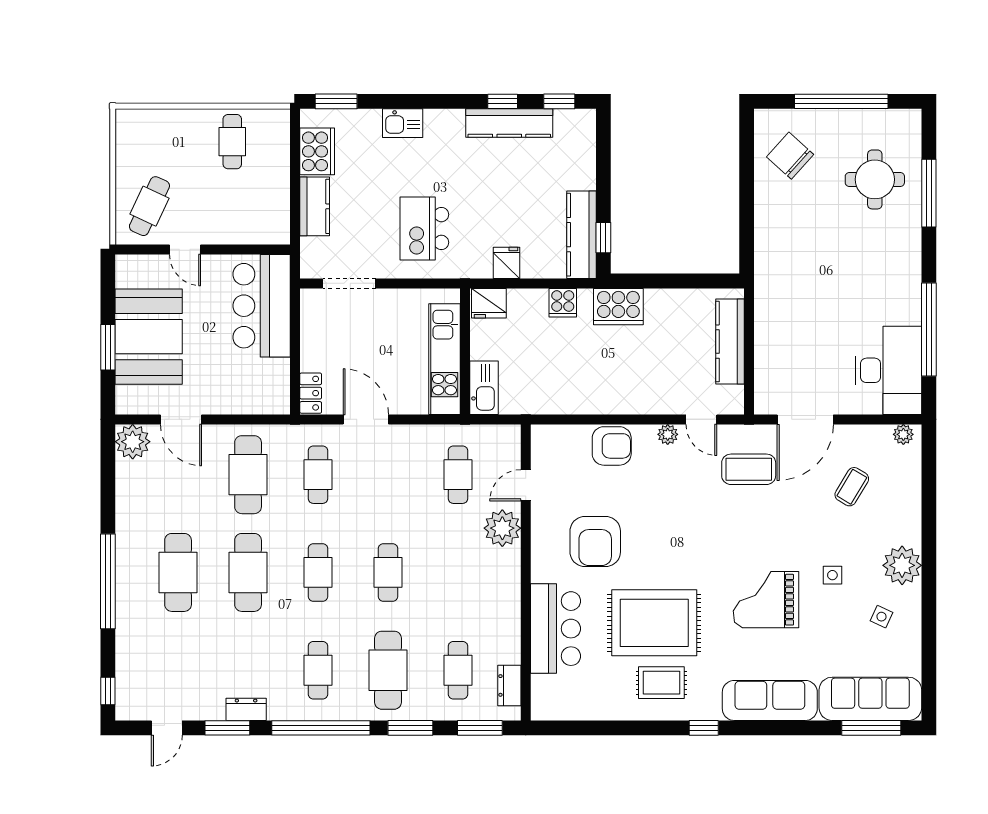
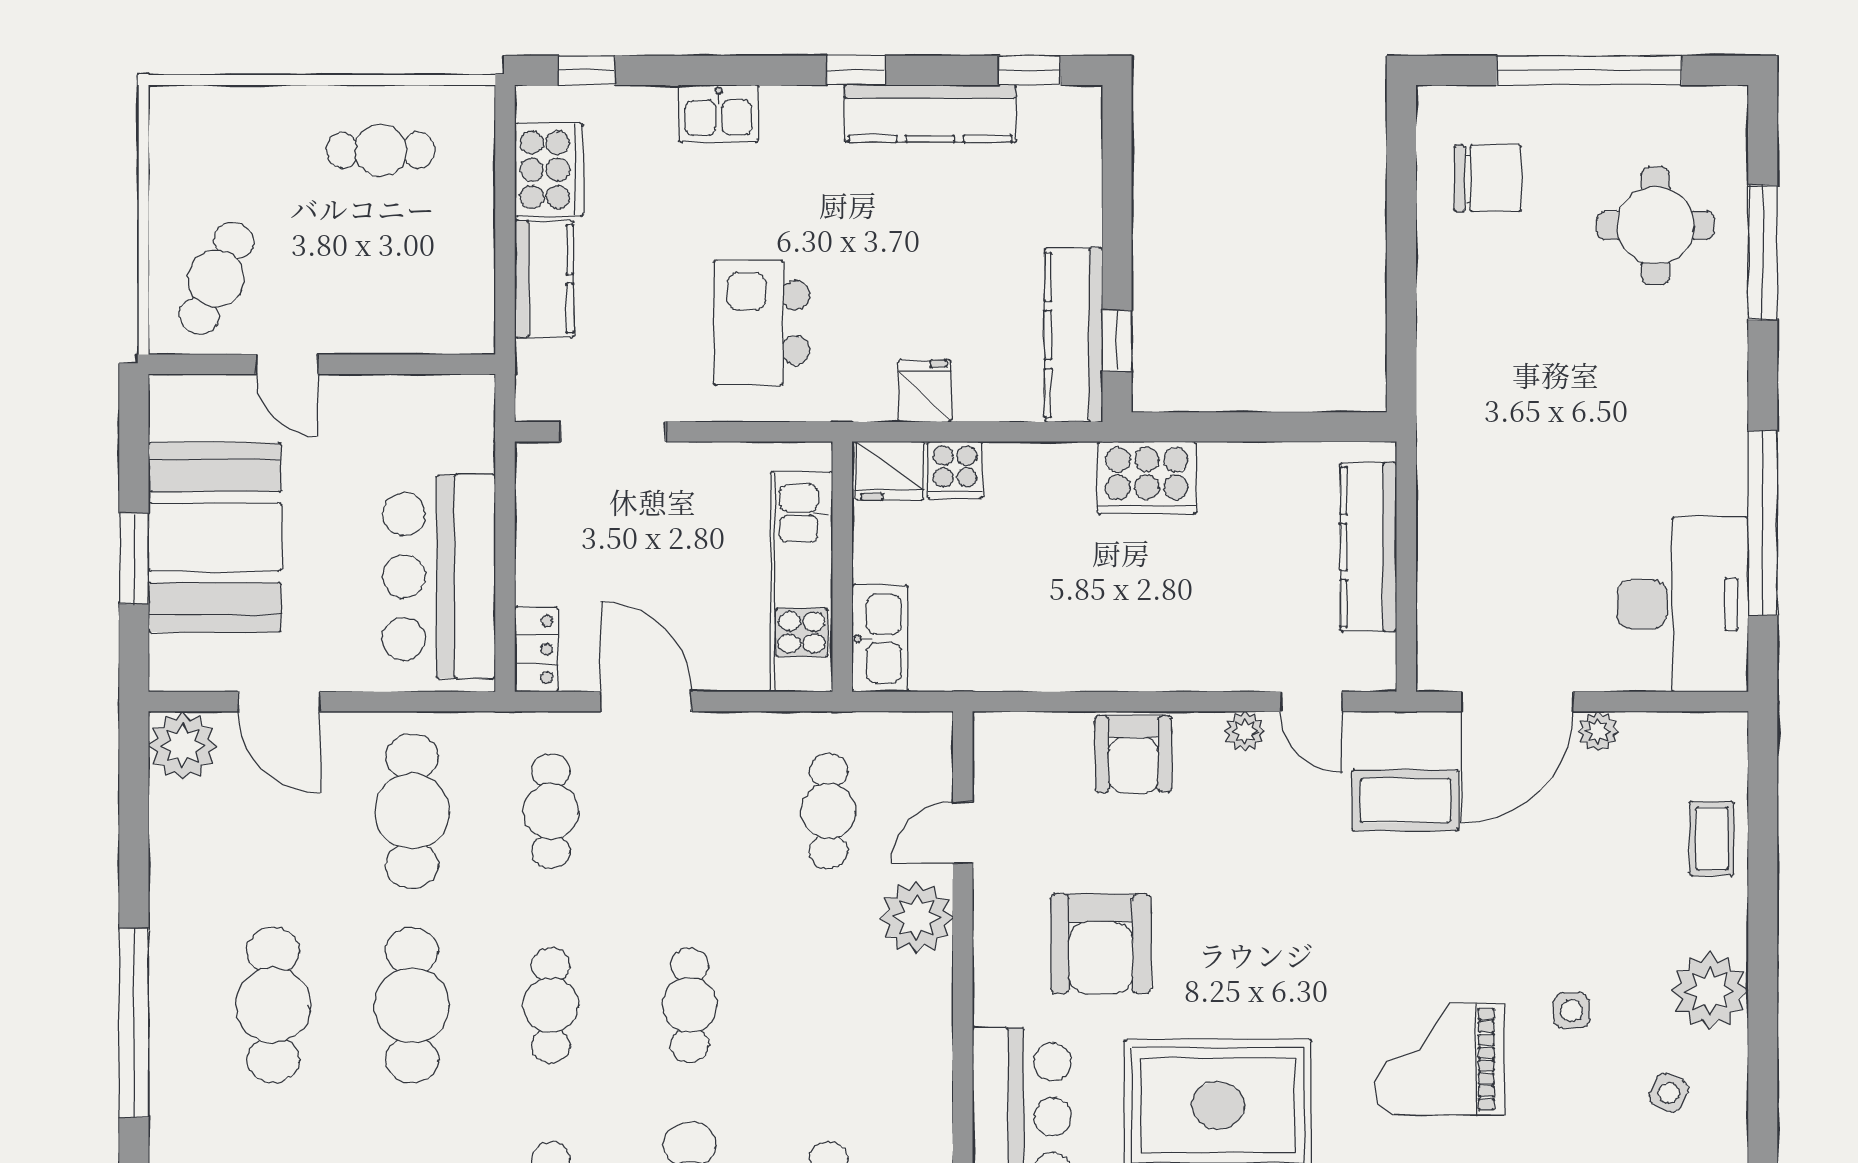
window: (336, 101) -> (587, 70), width x0.67
window: (503, 101) -> (856, 70), moved
cafe table: (232, 142) -> (381, 150), turned 90
chair: (790, 156) -> (1488, 178), turned 138
cooker: (563, 303) -> (955, 470), moved
bar counter: (262, 306) -> (439, 576), moved
plant: (903, 434) -> (1598, 731), moved
armchair: (612, 446) -> (1133, 754), turned 90
coffee table: (852, 487) -> (1712, 839), moved, turned -31

